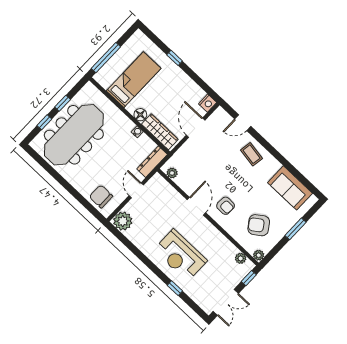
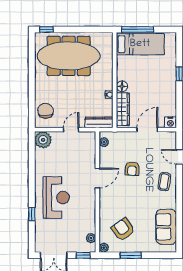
bed: (134, 80) -> (140, 44), moved
window: (63, 103) -> (82, 29), removed
window: (44, 122) -> (47, 29), moved
armchair: (226, 206) -> (132, 169), moved
window: (295, 229) -> (131, 255), moved
reception desk: (180, 255) -> (56, 198), turned 180

